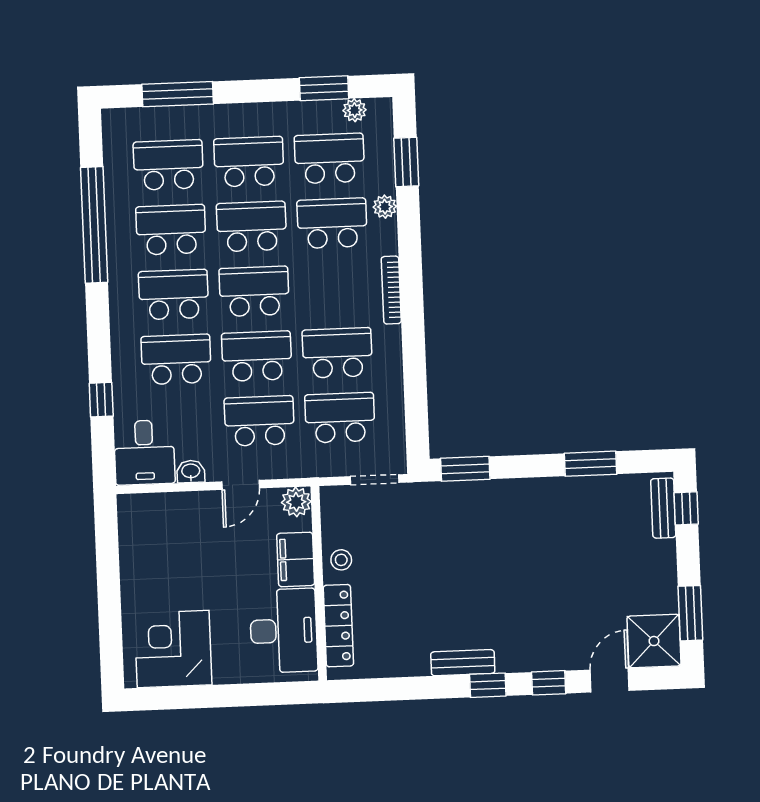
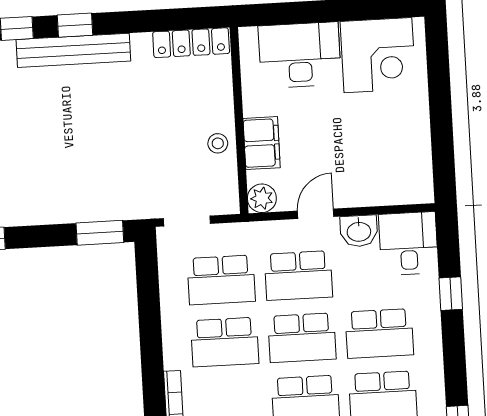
washbasin: (191, 472) -> (359, 231), width x1.38, depth x1.45
locker: (338, 626) -> (191, 43), moved, turned -90
desk: (284, 631) -> (300, 55), moved, turned 90
bench: (463, 663) -> (73, 50), width x1.86, depth x1.21

